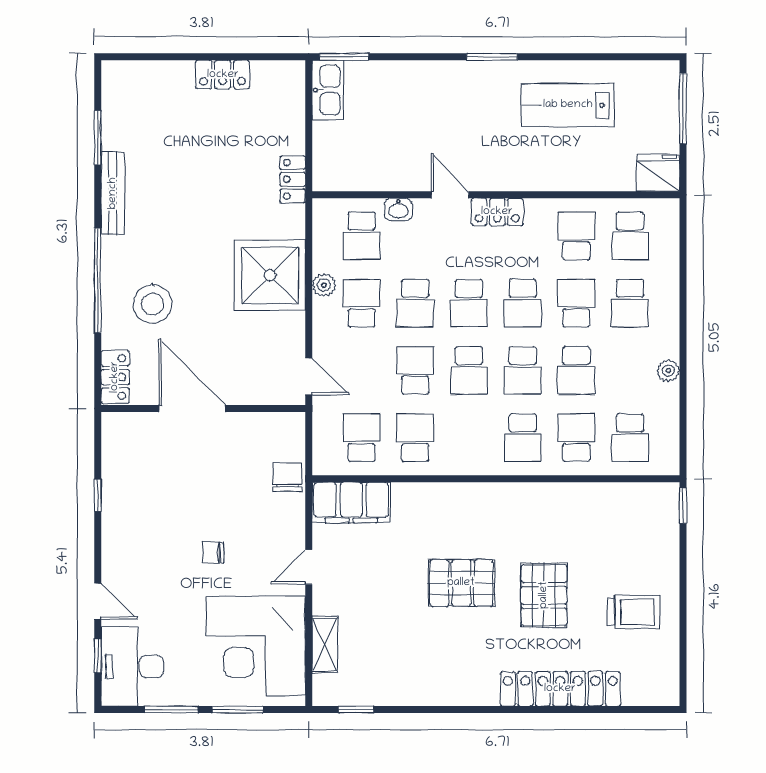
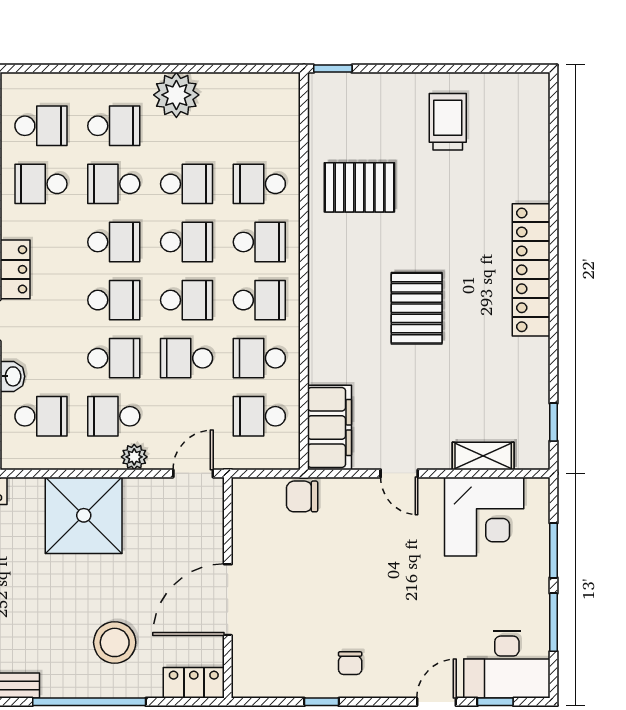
plant: (324, 285) -> (134, 457), moved
plant: (668, 371) -> (176, 95), width x1.87, depth x1.87
school desk: (630, 438) -> (259, 300), moved
chair: (213, 553) -> (350, 663), moved
pallet: (544, 595) -> (359, 187), moved
corner desk: (256, 645) -> (484, 517), width x0.74, depth x0.74
locker: (560, 689) -> (531, 270), moved

